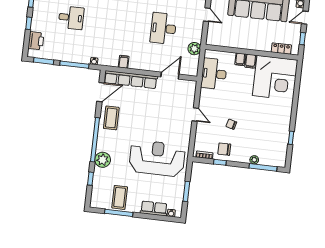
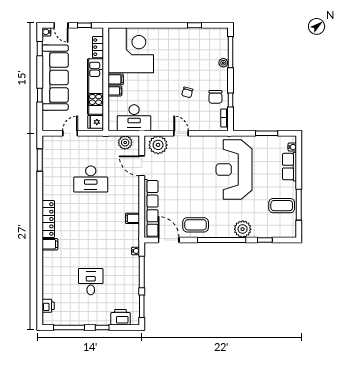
fridge: (214, 39) -> (96, 122), added
kitchen unit: (246, 42) -> (95, 87), added
plant: (194, 49) -> (125, 143), moved
plant: (187, 93) -> (158, 145), added
door: (195, 114) -> (181, 133), hinge flipped

